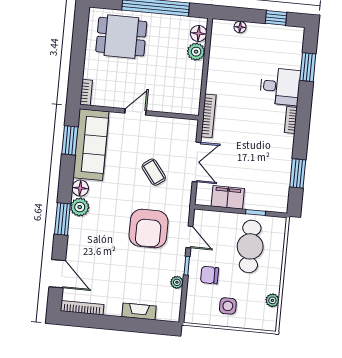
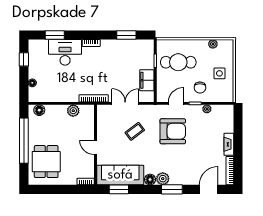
plant: (196, 52) -> (73, 111), moved
desk: (280, 87) -> (65, 52), width x1.37
fireplace: (139, 311) -> (229, 144), moved

